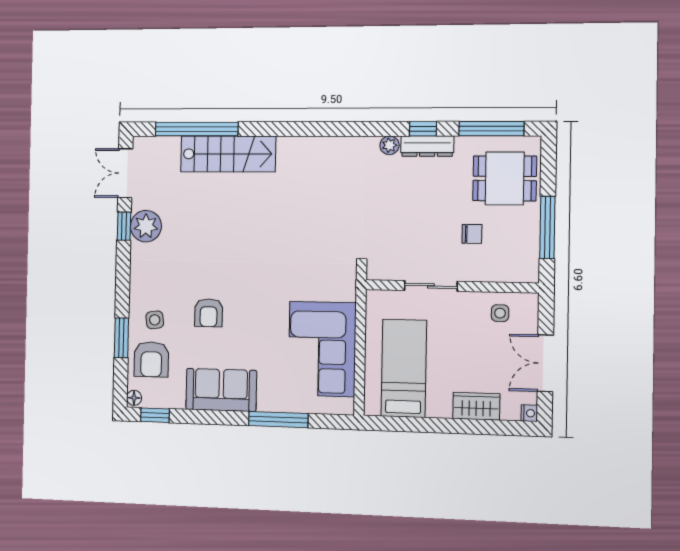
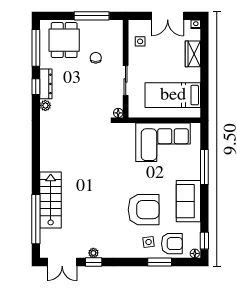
plant: (146, 226) -> (93, 253), width x0.53, depth x0.53
floor lamp: (374, 272) -> (118, 113), added
armchair: (209, 313) -> (144, 210), width x1.88, depth x1.88

